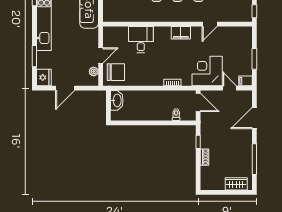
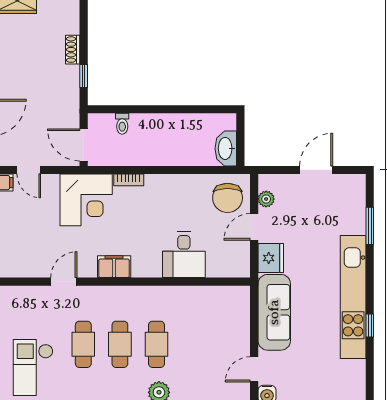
corner desk: (207, 71) -> (86, 200), moved
chair: (116, 72) -> (228, 198), turned -90
fridge: (44, 77) -> (271, 258), moved, turned 180

